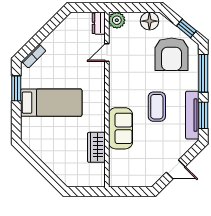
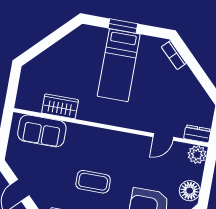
door: (107, 52) -> (163, 137), swing flipped
window: (16, 88) -> (123, 26), moved
sofa: (120, 128) -> (42, 131), moved

